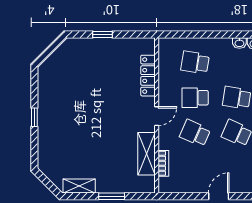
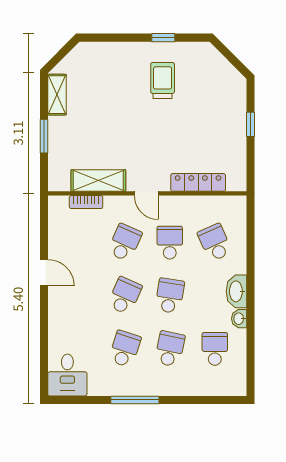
washbasin: (239, 43) -> (236, 291), width x1.91, depth x1.45
school desk: (195, 62) -> (215, 243), turned -33
trolley: (68, 103) -> (163, 80), added
window: (34, 117) -> (163, 38), moved

